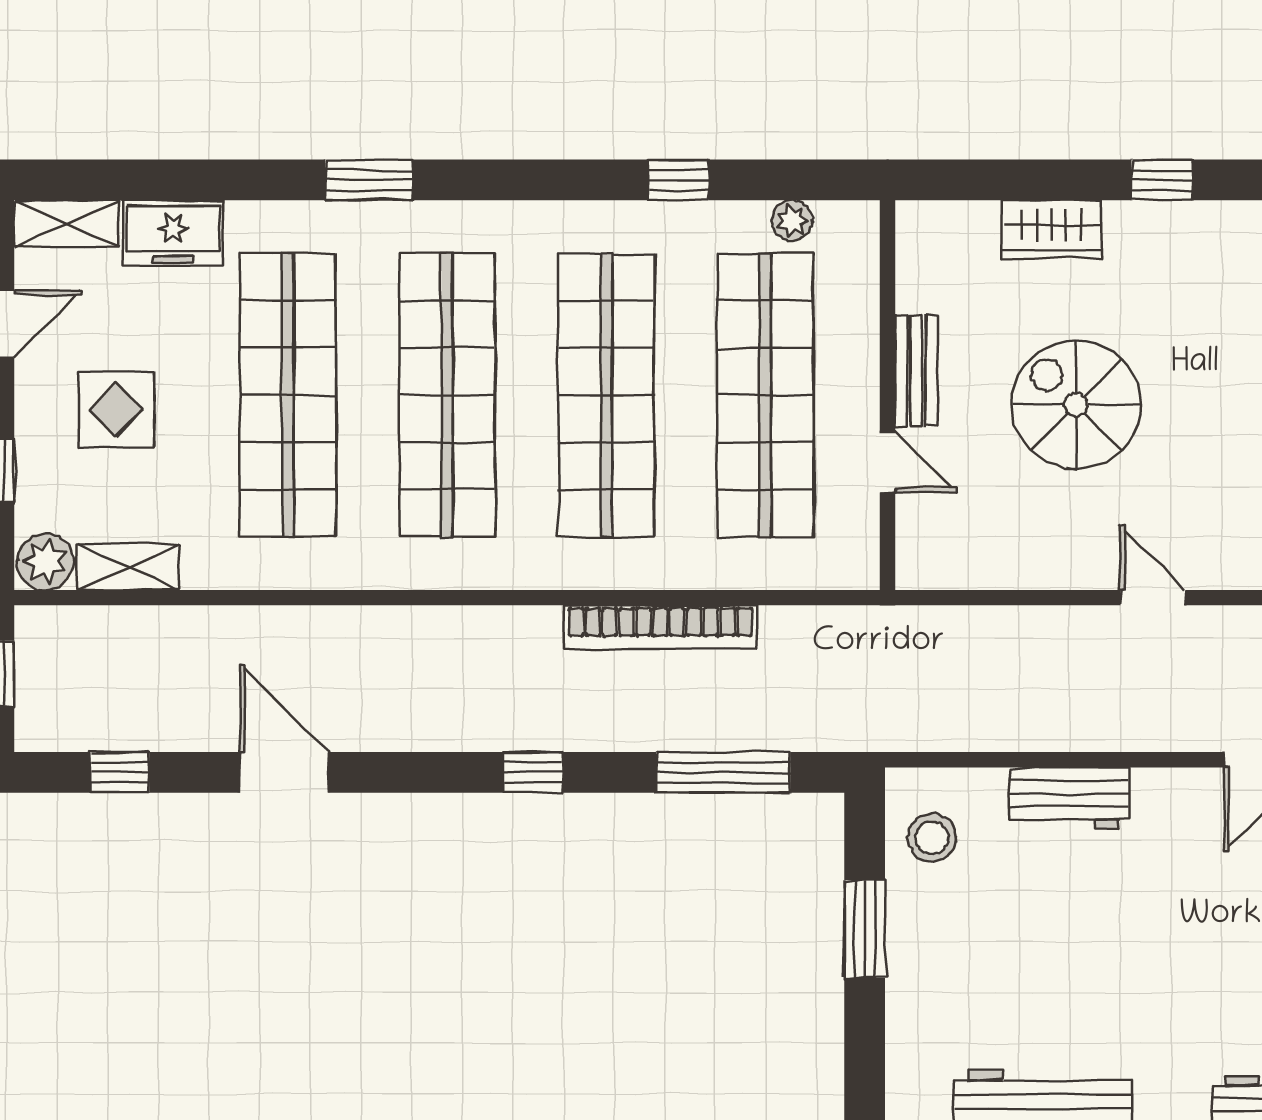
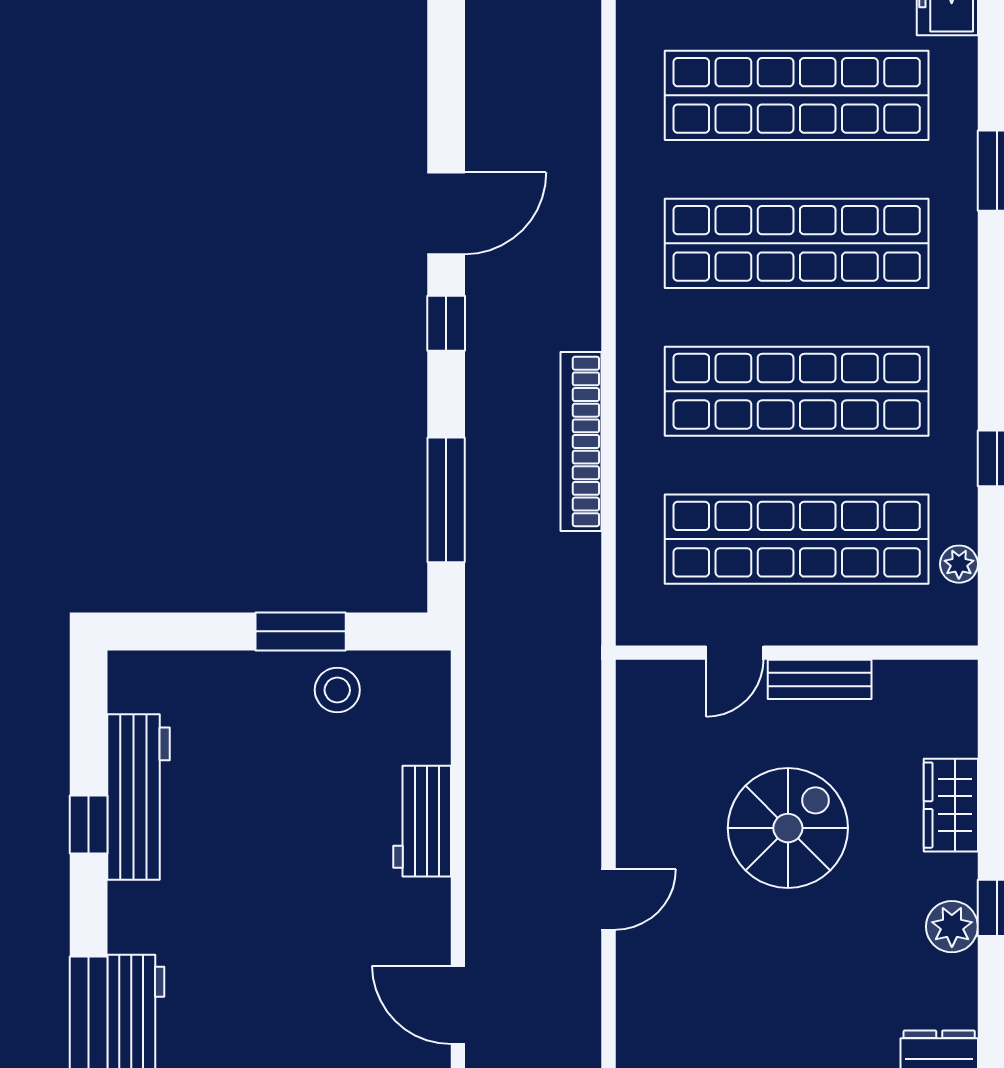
plant: (1182, 228) -> (952, 927), added
door: (284, 772) -> (446, 213), moved
stool: (932, 838) -> (337, 690), moved

